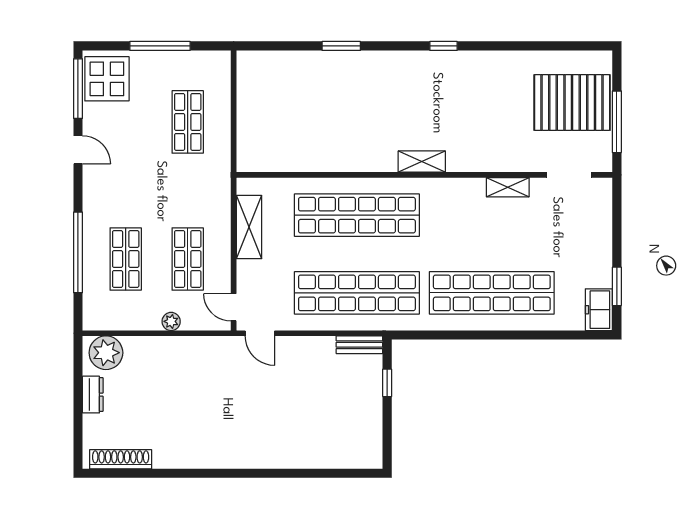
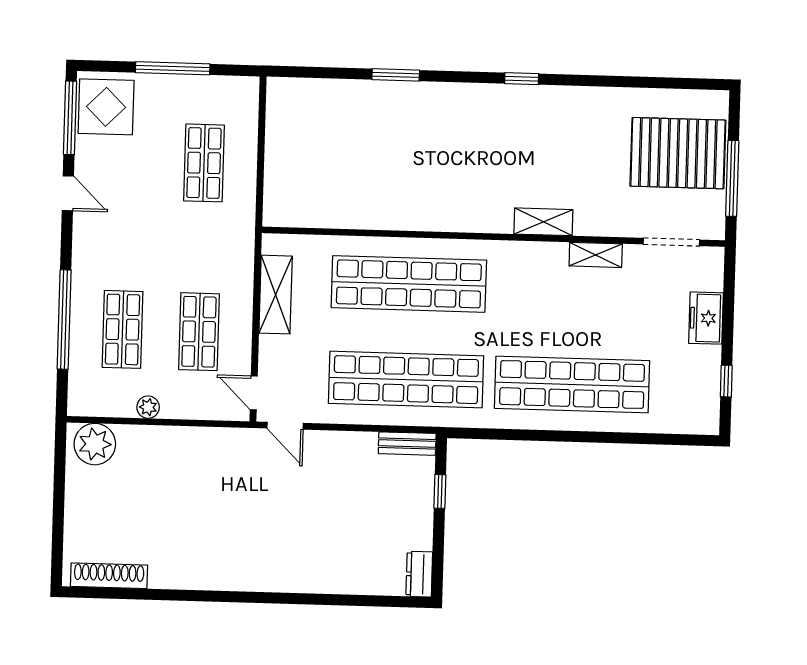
shelving: (422, 162) -> (543, 222), moved
window: (617, 286) -> (726, 381), width x0.67
freezer: (599, 310) -> (706, 318), moved
plant: (171, 321) -> (148, 407), moved
dresser: (93, 395) -> (419, 574), moved, turned 180

